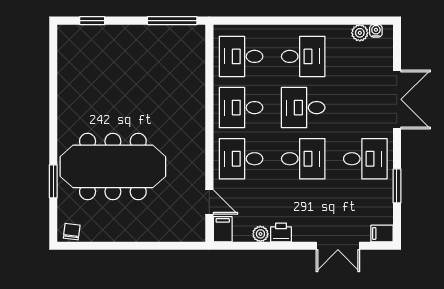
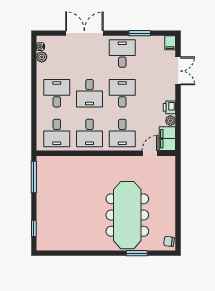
filing cabinet: (223, 229) -> (167, 139), width x2.00

